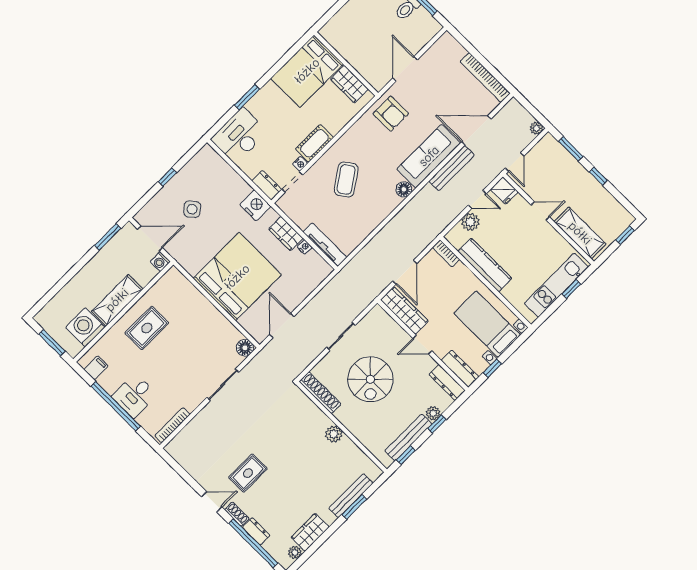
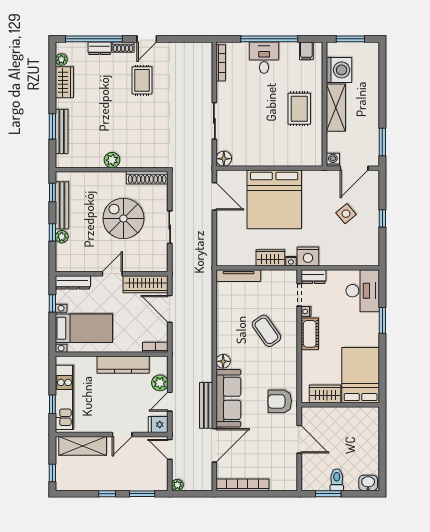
nightstand: (305, 247) -> (291, 261), moved
dresser: (447, 382) -> (72, 265), removed

